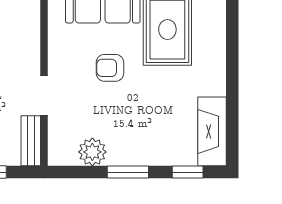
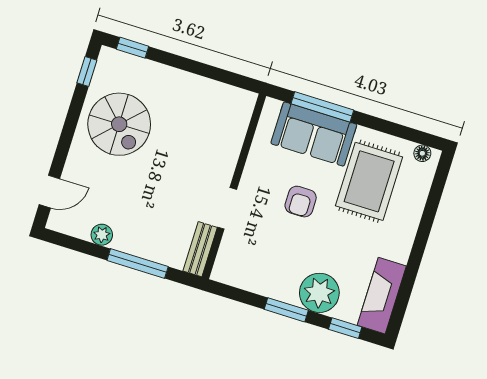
armchair: (110, 68) -> (301, 202), turned -90
plant: (92, 152) -> (319, 293), moved, width x1.36, depth x1.36

